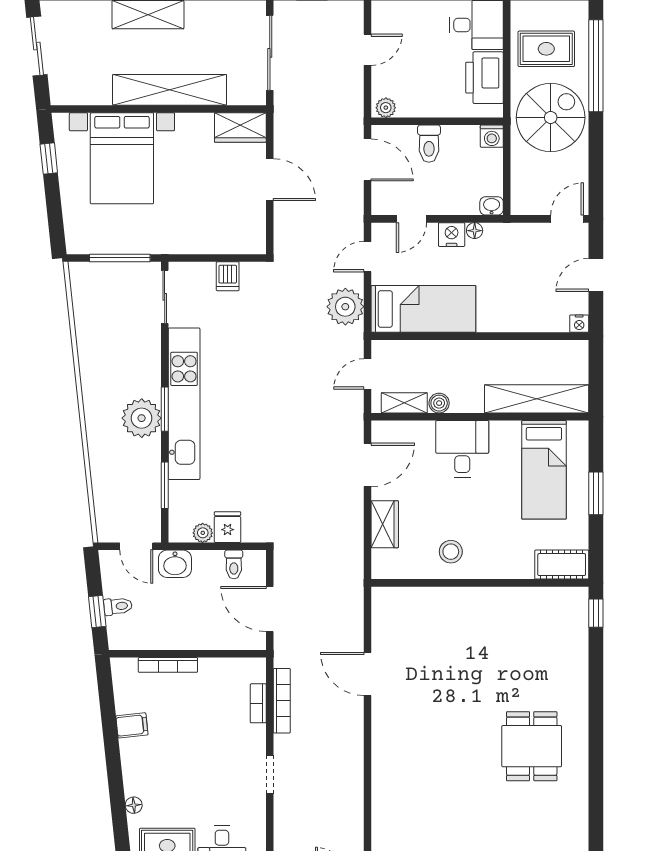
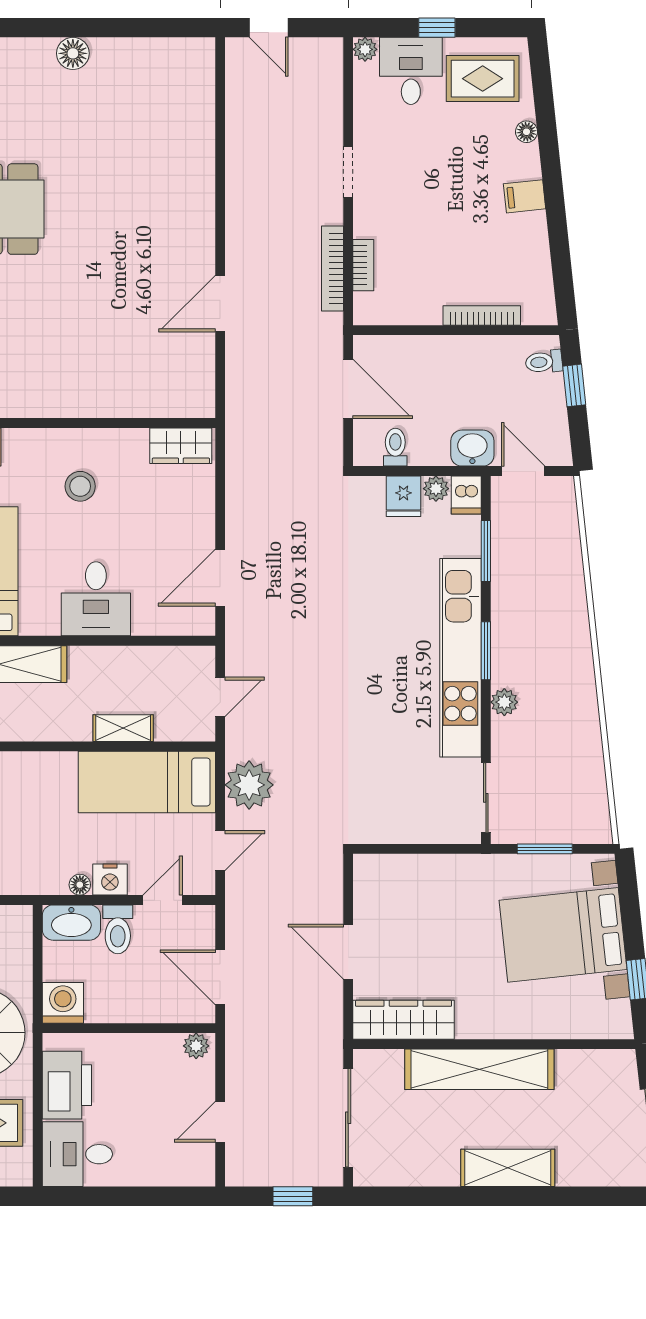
wardrobe: (240, 128) -> (404, 1020), width x1.50
washing machine: (492, 136) -> (63, 1003), width x1.38, depth x1.38
toilet: (429, 144) -> (118, 929), moved, turned 180
bed with nightstands: (122, 158) -> (563, 935), moved, turned -96
washbasin: (492, 206) -> (71, 923), width x1.91, depth x1.45
window: (120, 258) -> (545, 849), width x0.69
dishwasher: (228, 276) -> (466, 495), moved, turned 180
shelving: (404, 403) -> (123, 728), moved
boiler: (439, 403) -> (126, 659), removed
plant: (142, 418) -> (504, 702), moved, width x0.53, depth x0.53
wardrobe: (385, 524) -> (181, 446), moved, turned -90
stool: (451, 552) -> (80, 486), moved
toilet: (118, 606) -> (544, 362), moved
door: (367, 674) -> (220, 304), swing flipped
filing cabinet: (132, 725) -> (525, 196), moved

